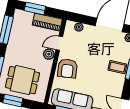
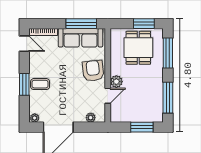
piano: (47, 22) -> (126, 116), removed
dining table: (23, 80) -> (138, 48), turned 90

